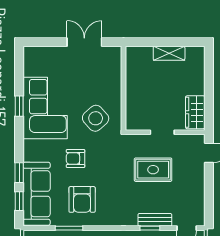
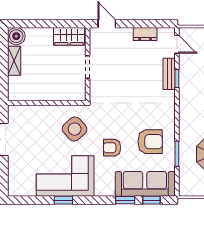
boiler: (195, 56) -> (16, 36), added
armchair: (76, 158) -> (112, 148), turned 90
rug: (153, 170) -> (122, 76), removed
dresser: (198, 194) -> (145, 34), added

